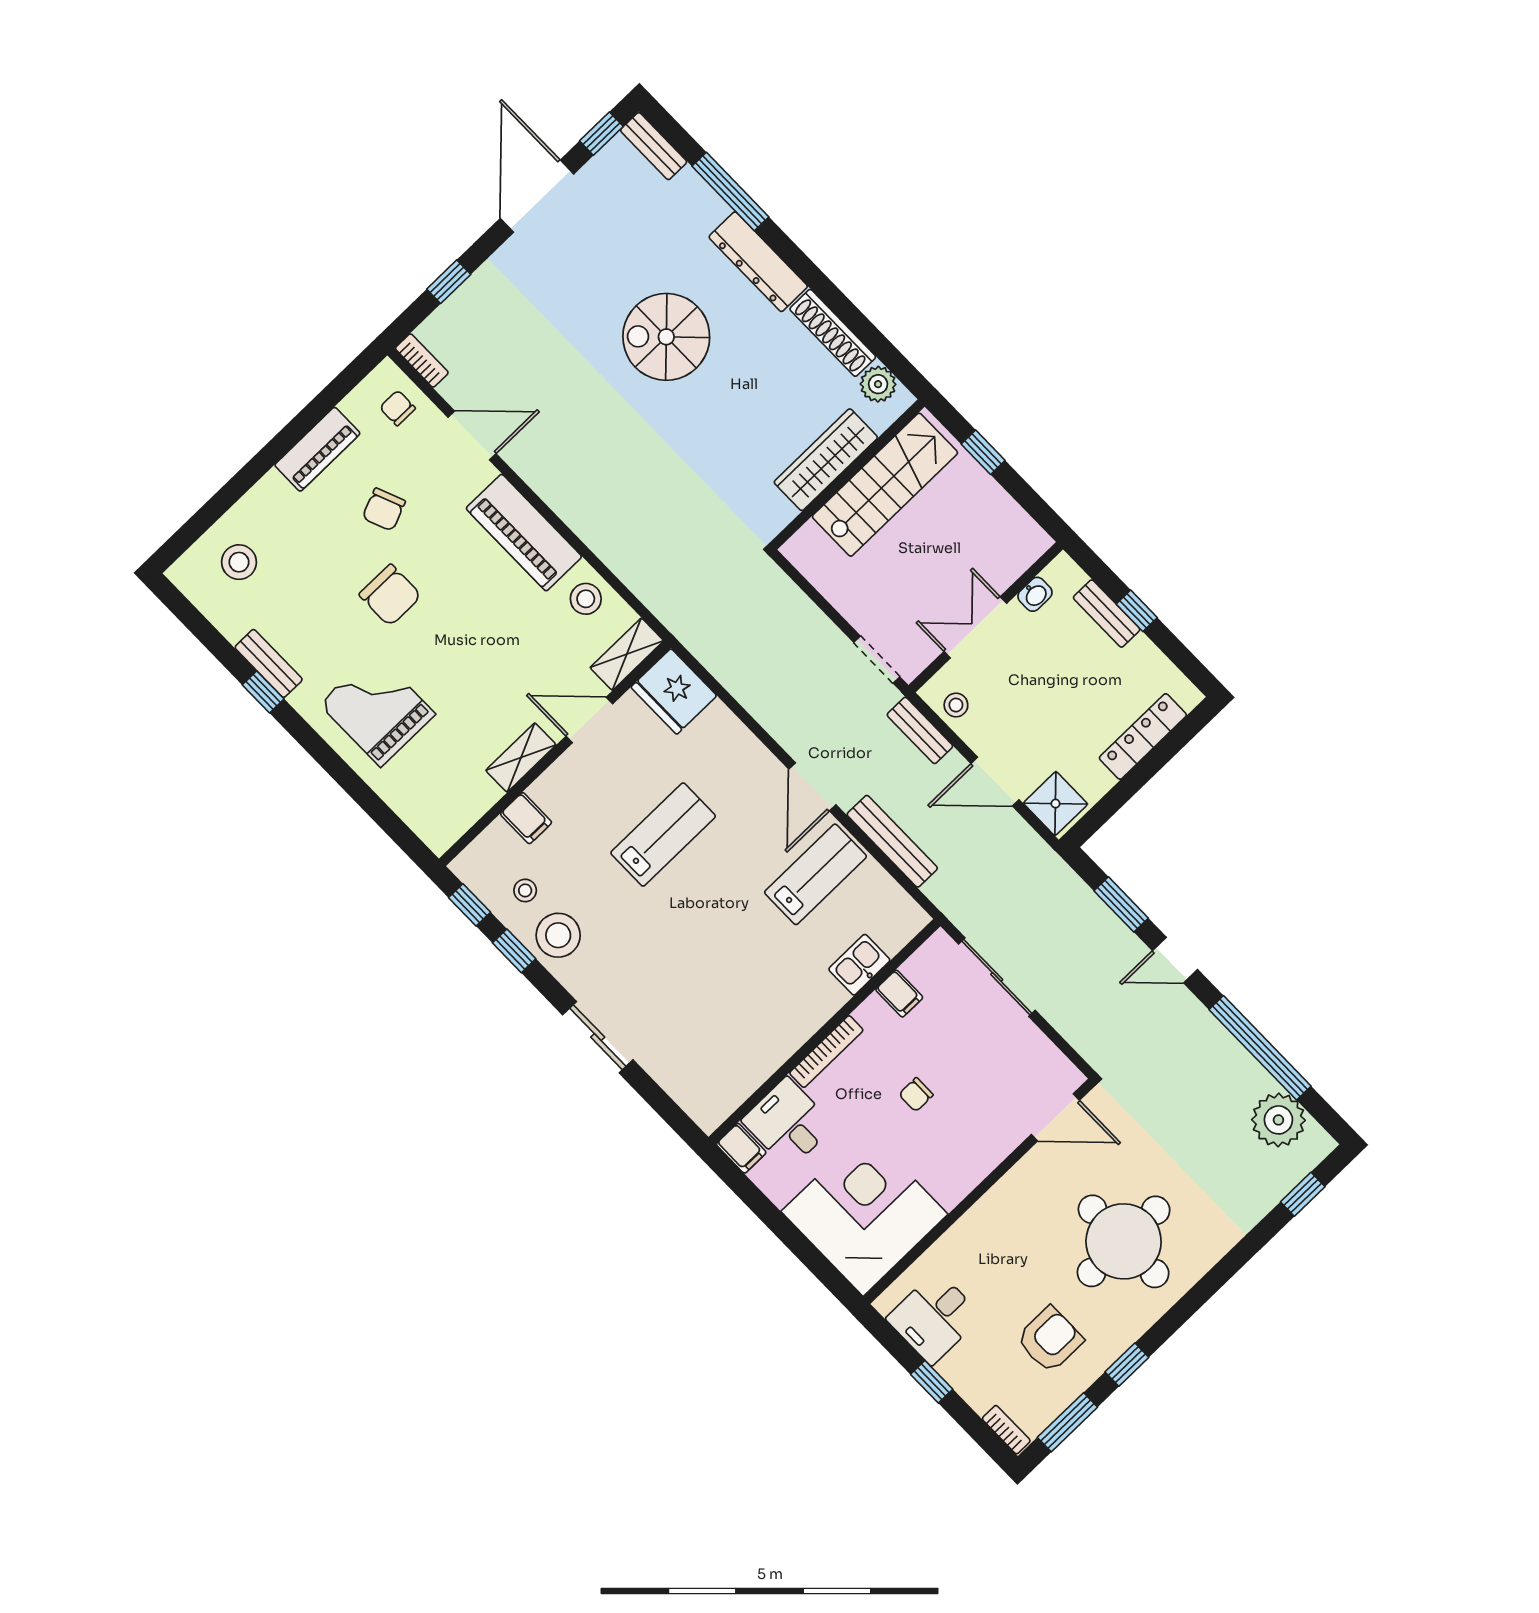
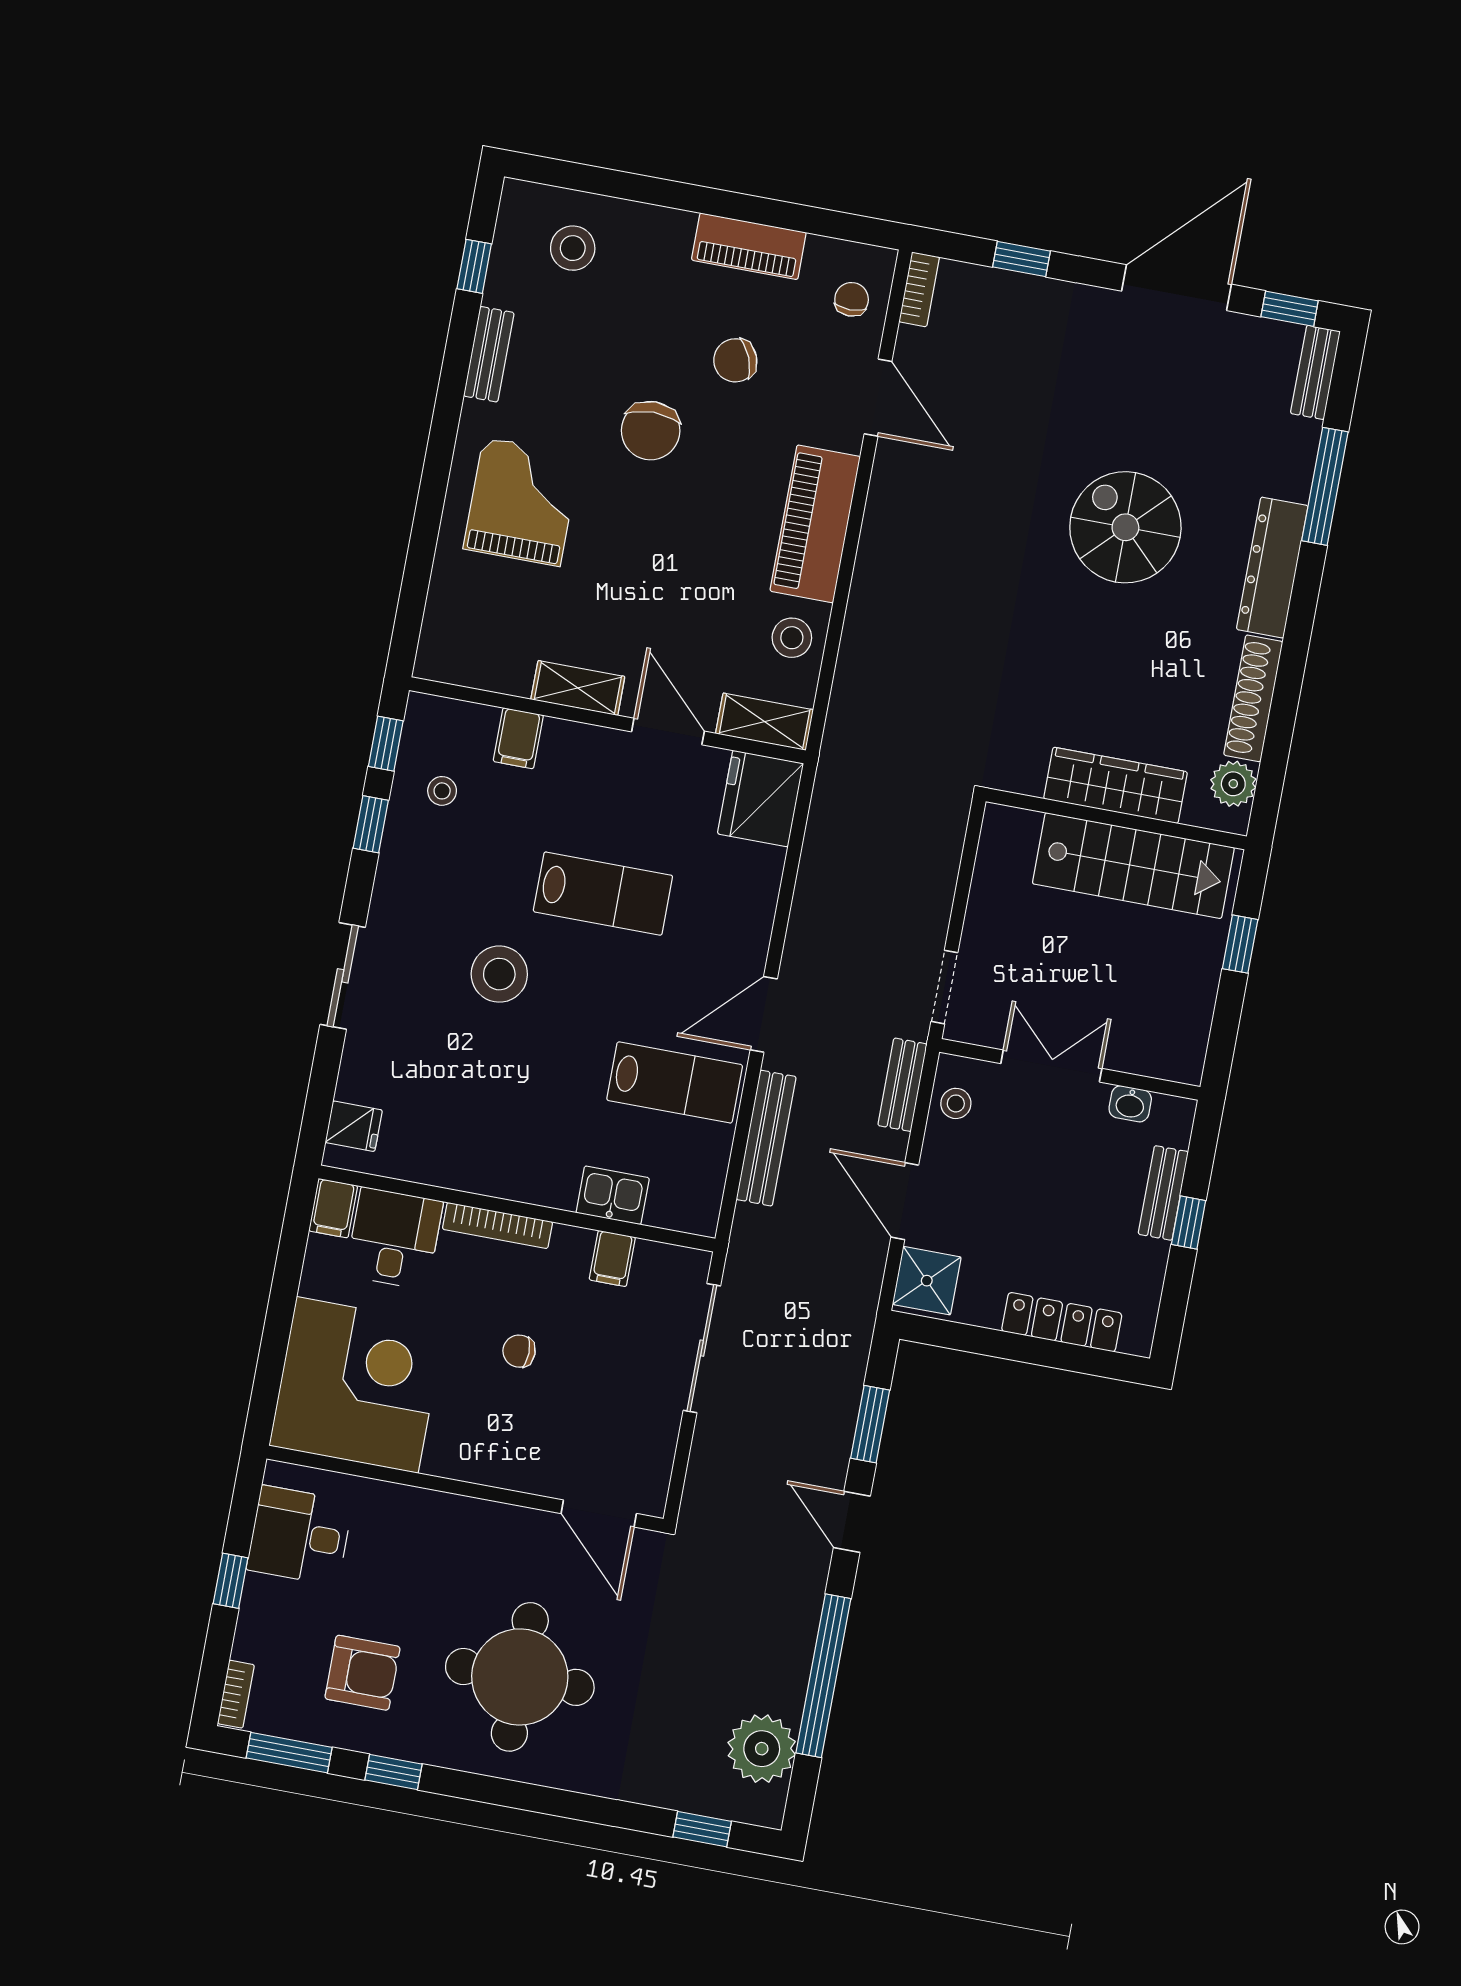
window: (263, 692) -> (474, 266), moved
stool: (558, 935) -> (499, 974), moved
fridge: (698, 1098) -> (354, 1126), added

